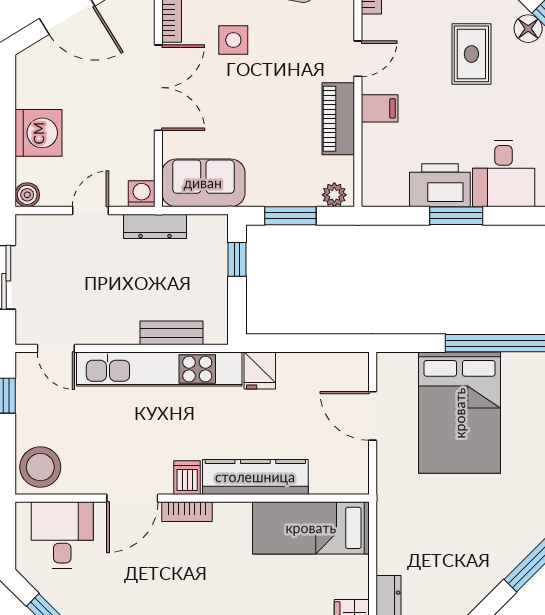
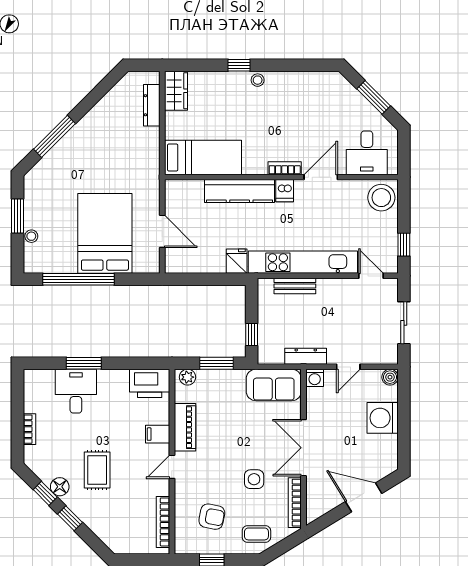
printer: (440, 185) -> (150, 383), moved
window: (456, 216) -> (84, 363), moved

